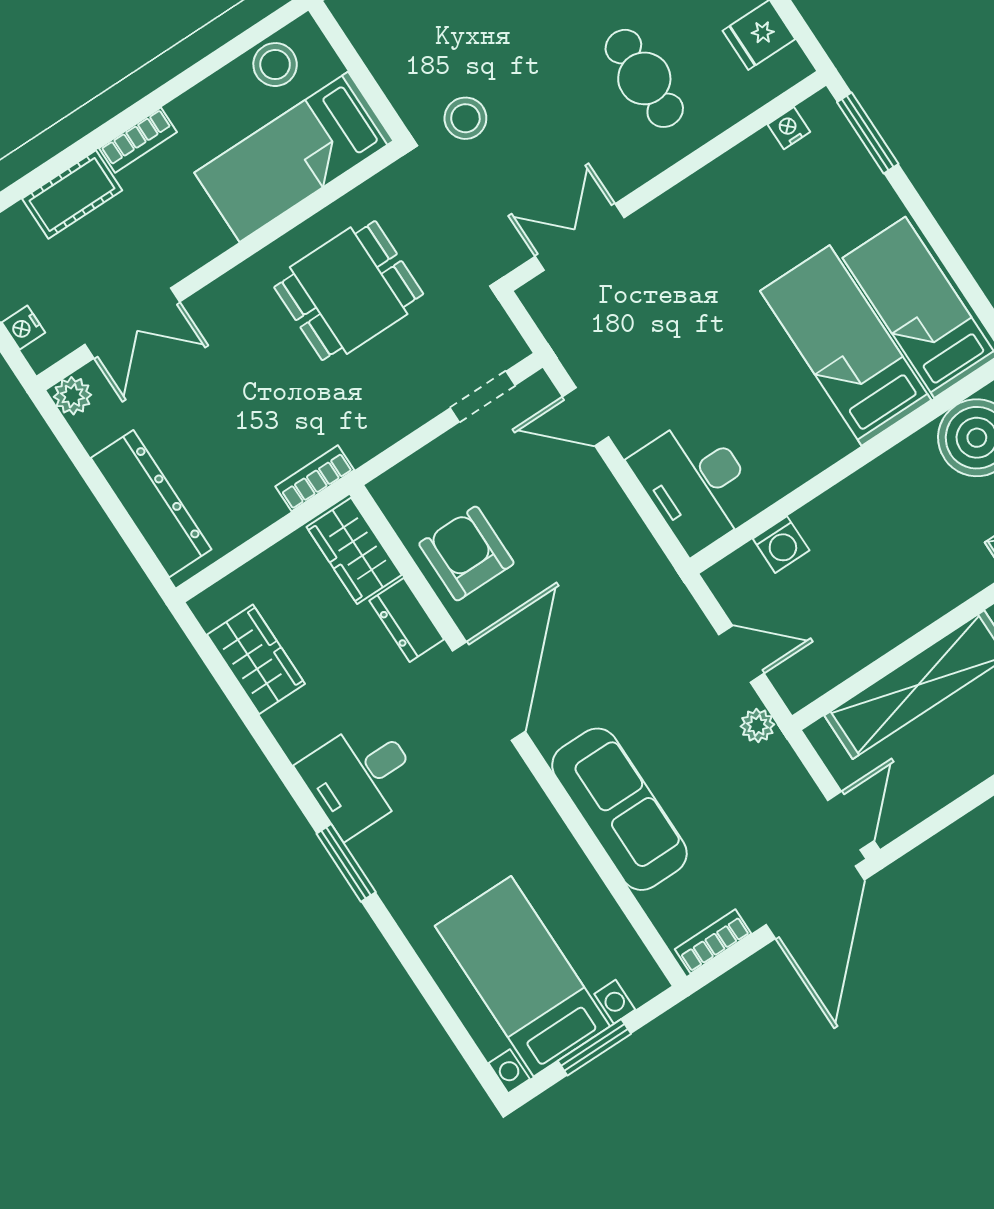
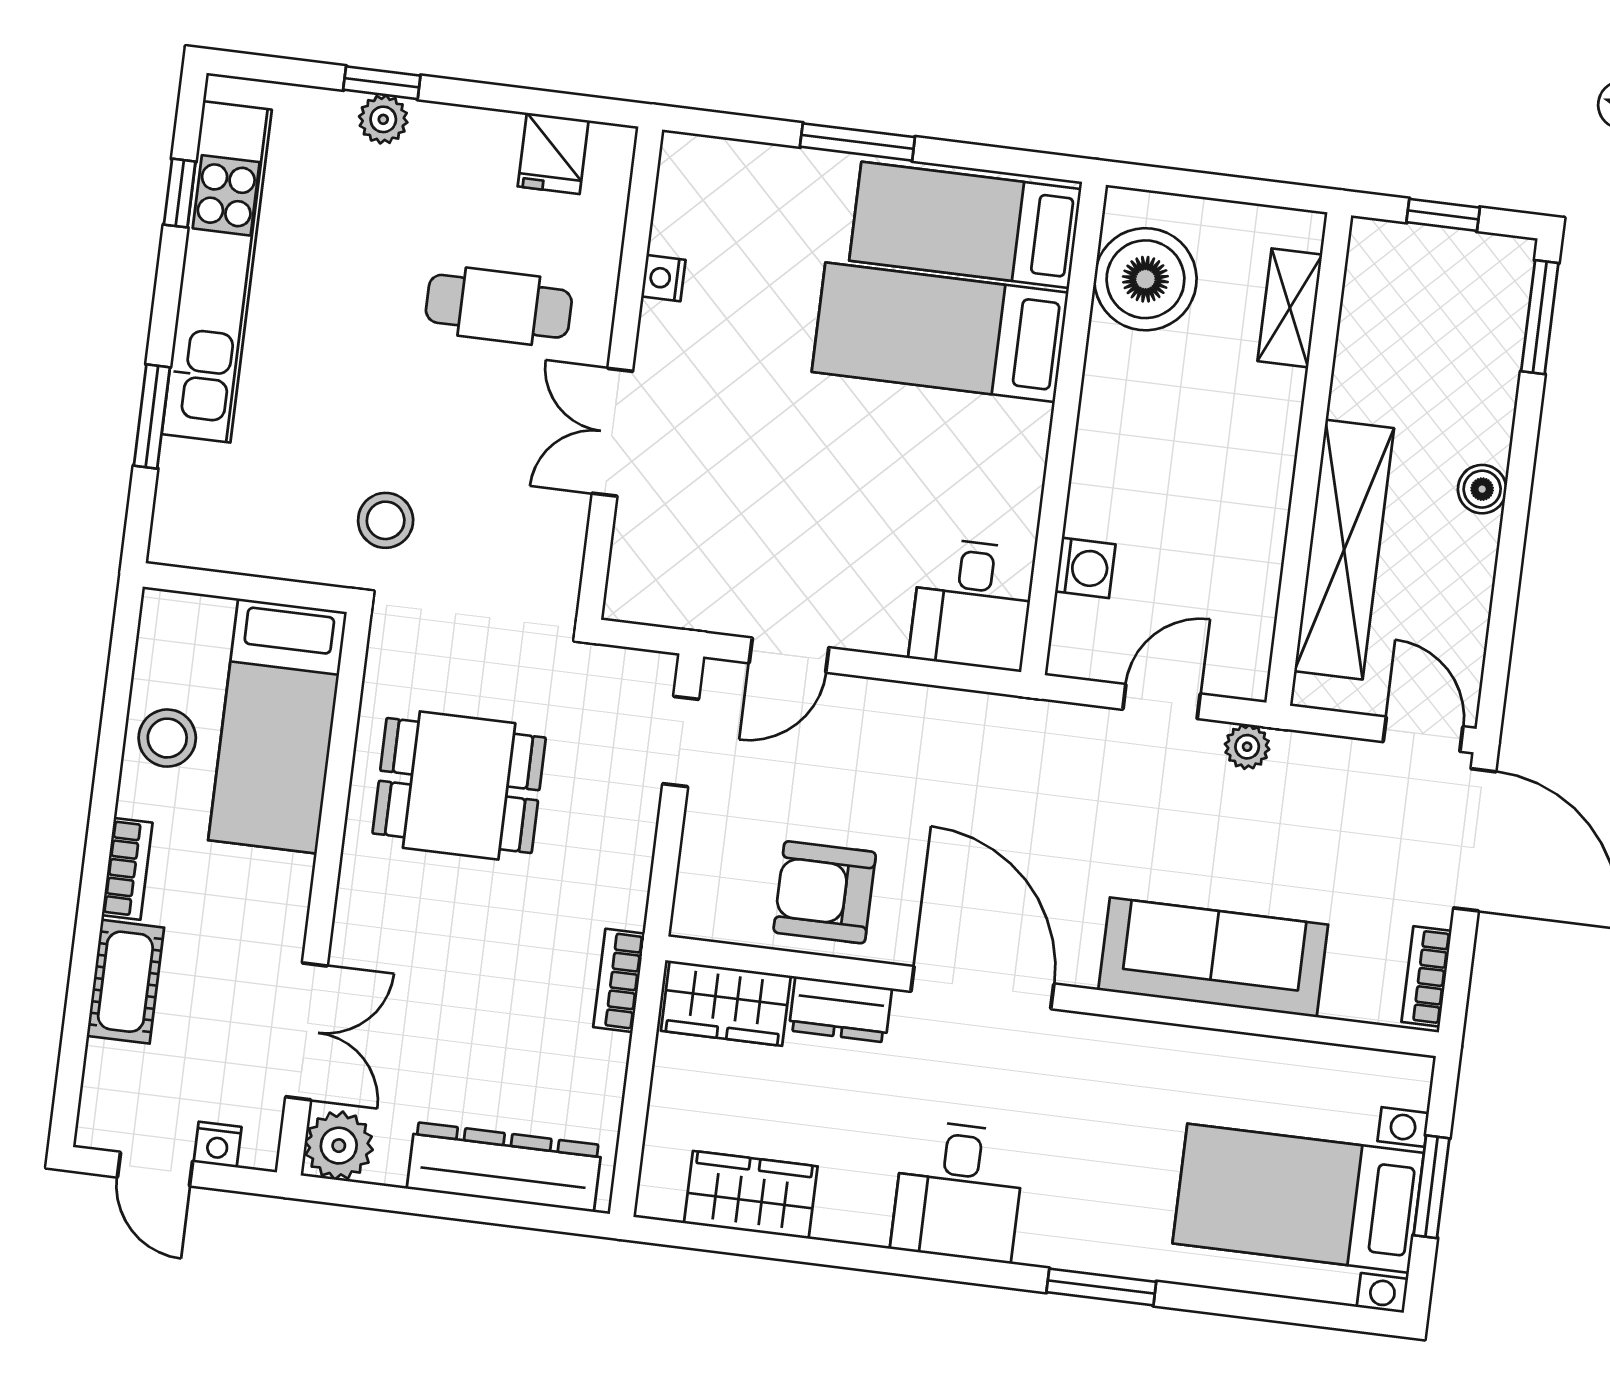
stool: (275, 65) -> (167, 738), moved
nightstand: (789, 128) -> (663, 278), moved
window: (868, 133) -> (857, 142), moved
double door: (580, 237) -> (612, 432), moved
dining table: (349, 291) -> (459, 786), turned 90
plant: (72, 396) -> (339, 1146), width x1.38, depth x1.38
desk: (696, 484) -> (972, 604), width x0.73
window: (346, 863) -> (1101, 1287), moved

